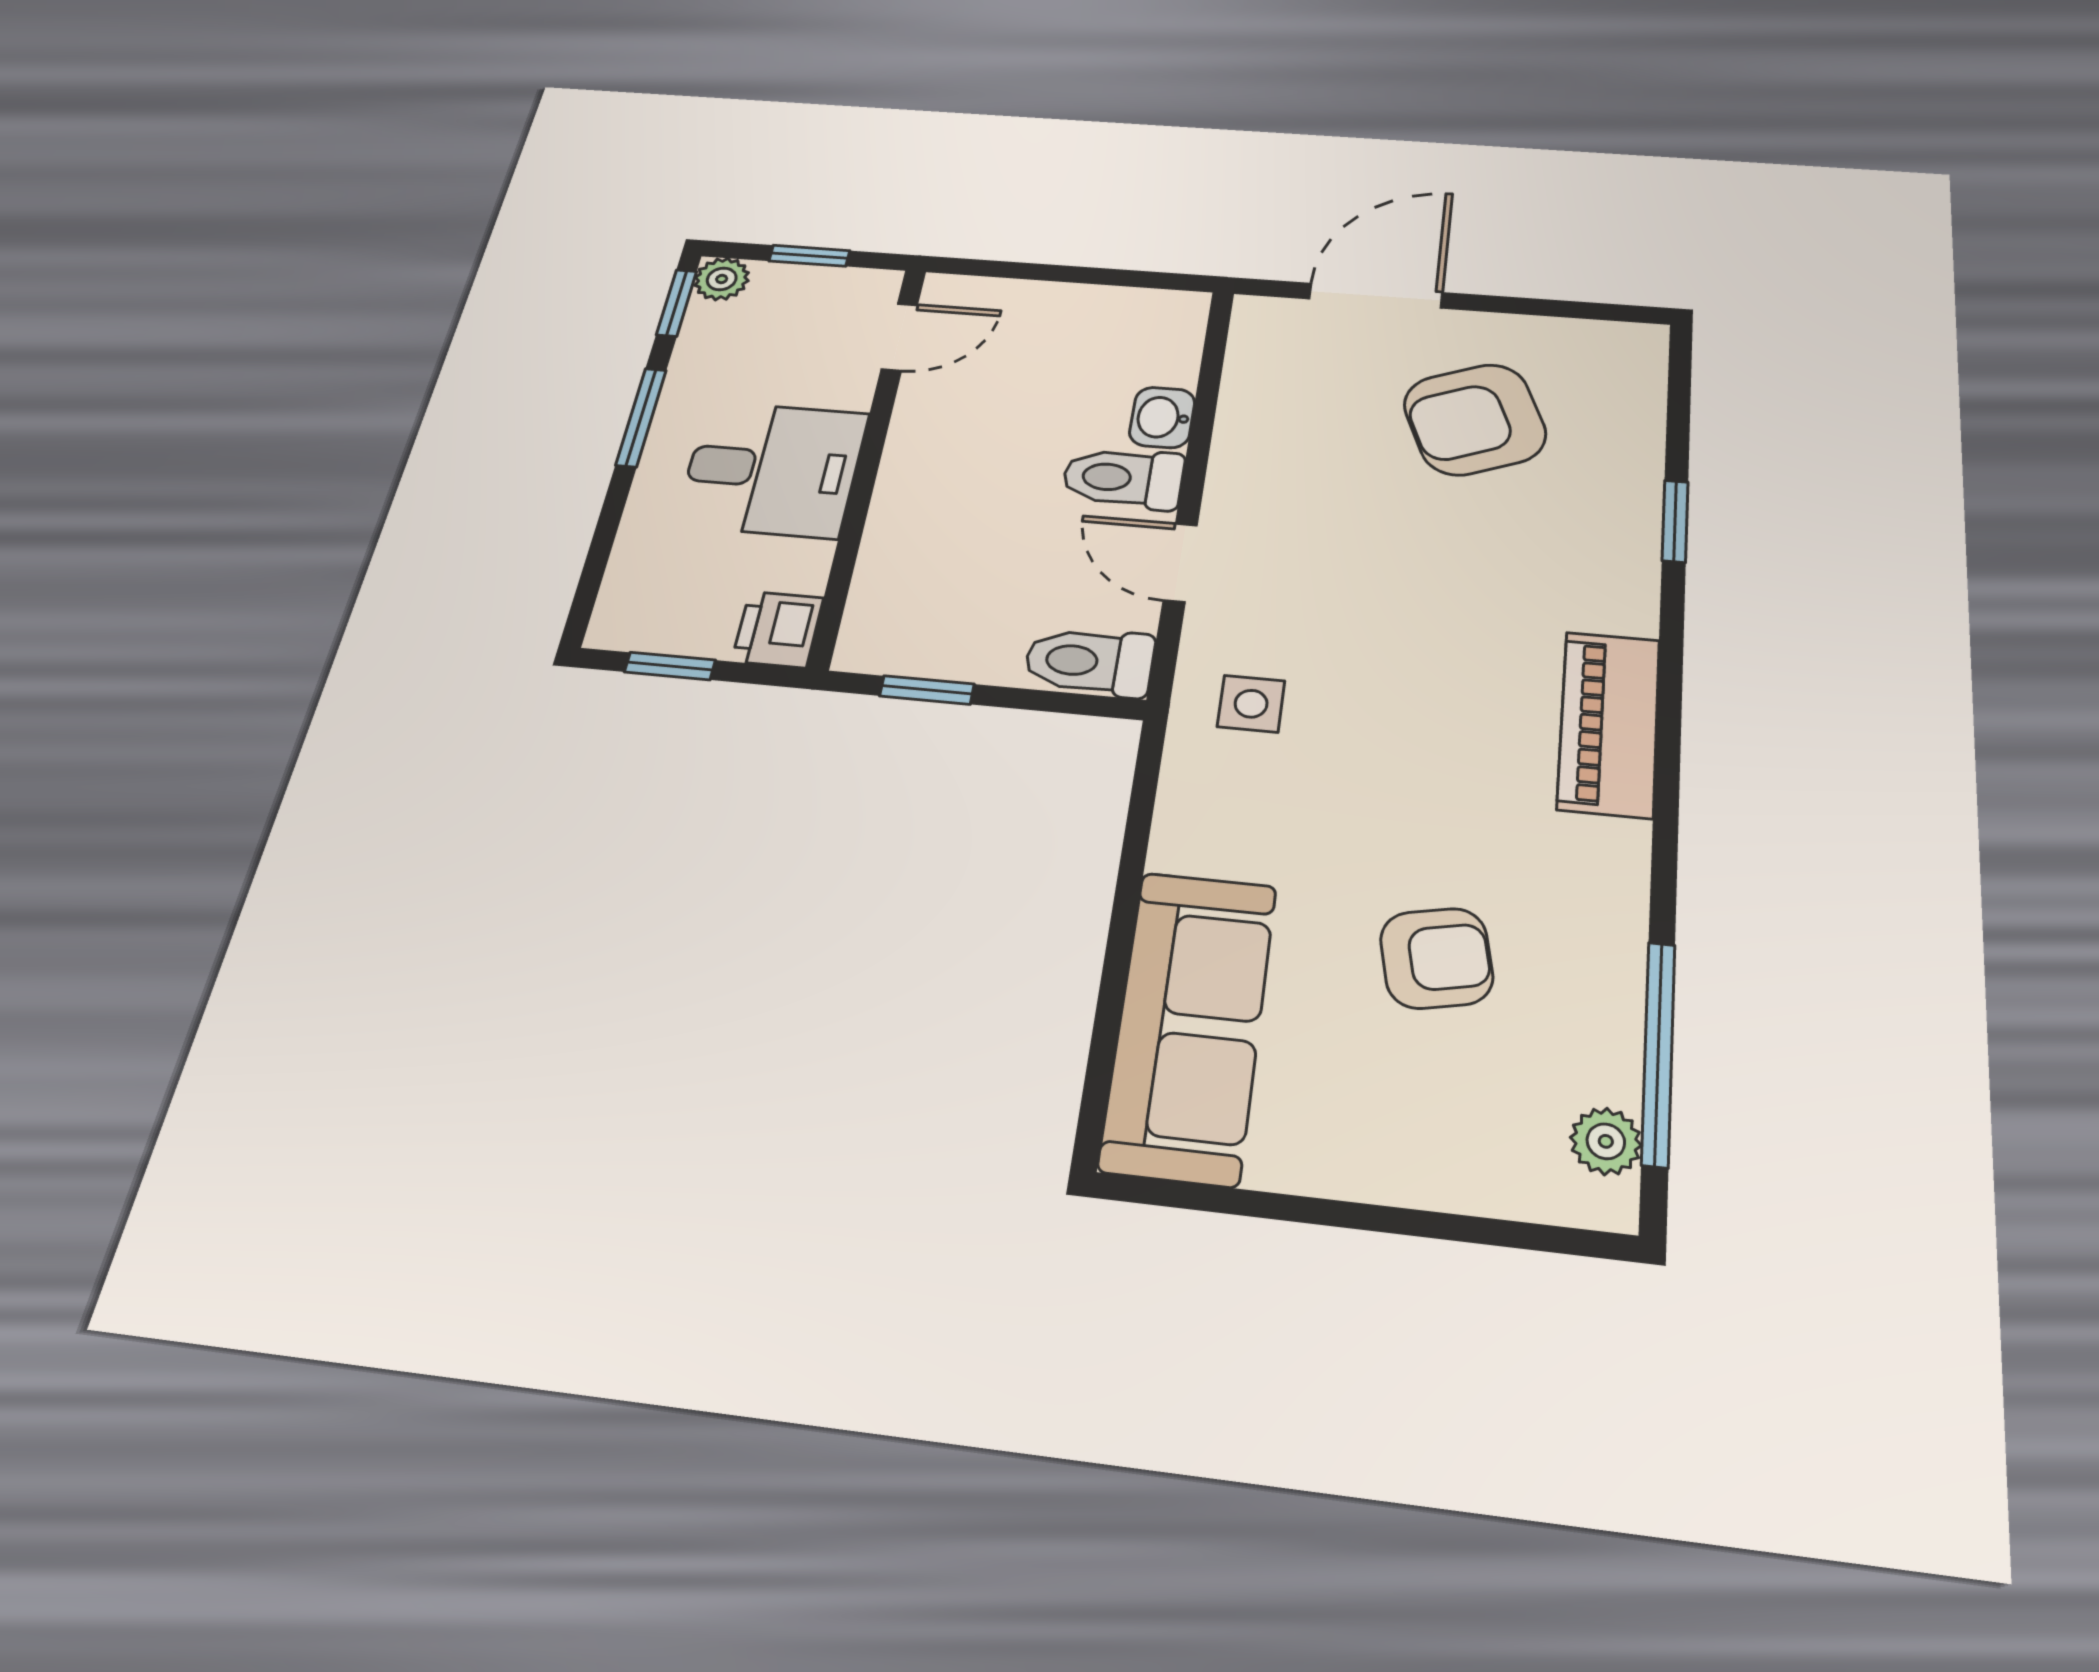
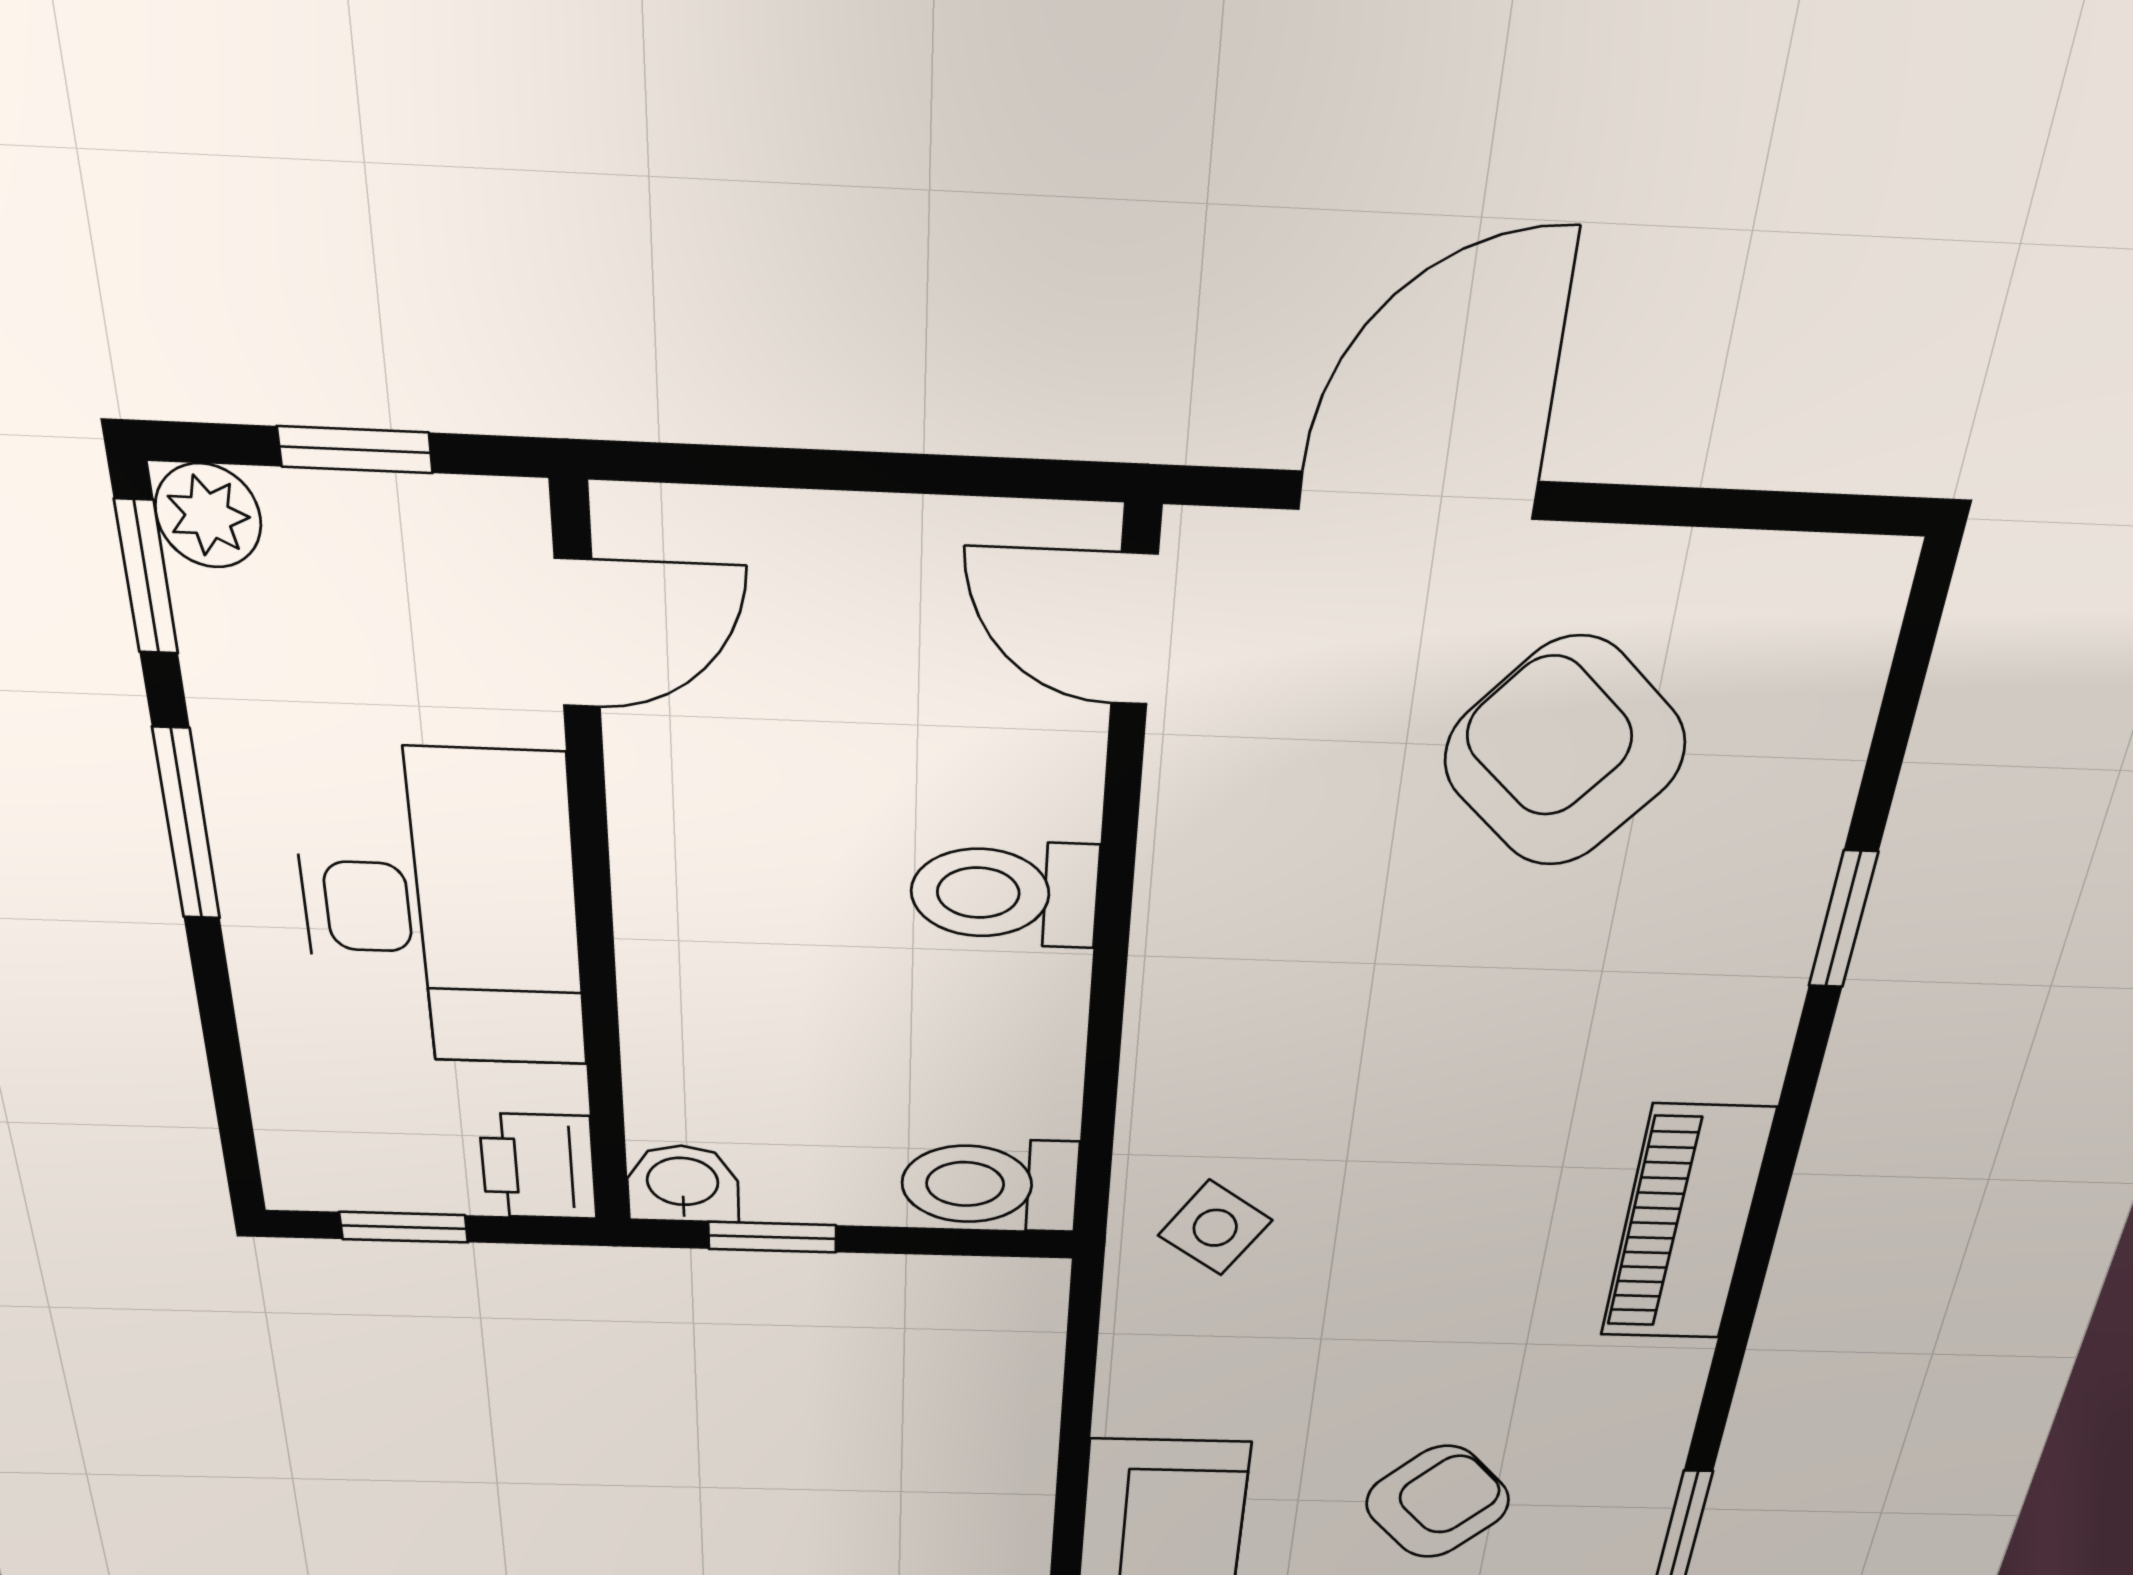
washbasin: (1162, 417) -> (683, 1184), moved, turned 90
armchair: (1475, 419) -> (1565, 753), turned 64
desk: (772, 469) -> (441, 909), width x1.37
door: (1180, 563) -> (1134, 629), moved
side table: (1251, 704) -> (1215, 1228), turned 34
armchair: (1437, 958) -> (1438, 1502), turned -32

